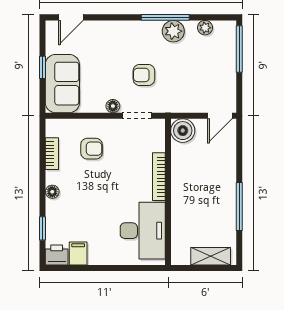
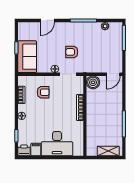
door: (71, 17) -> (48, 20), moved
plant: (173, 31) -> (88, 28), removed
desk: (143, 231) -> (57, 144), moved, turned 90

